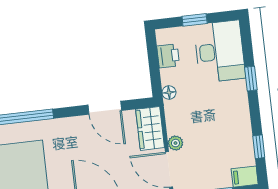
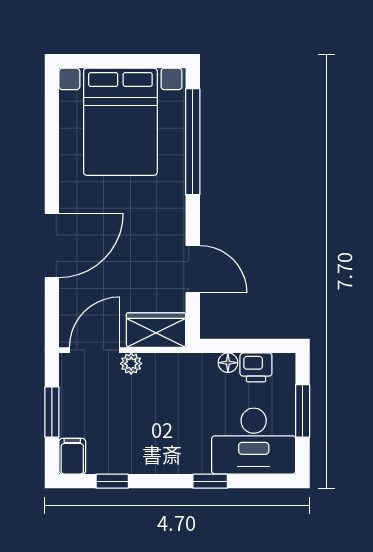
window: (195, 20) -> (303, 411), width x1.50
floor lamp: (169, 92) -> (228, 363), moved
door: (105, 108) -> (193, 269), swing flipped

